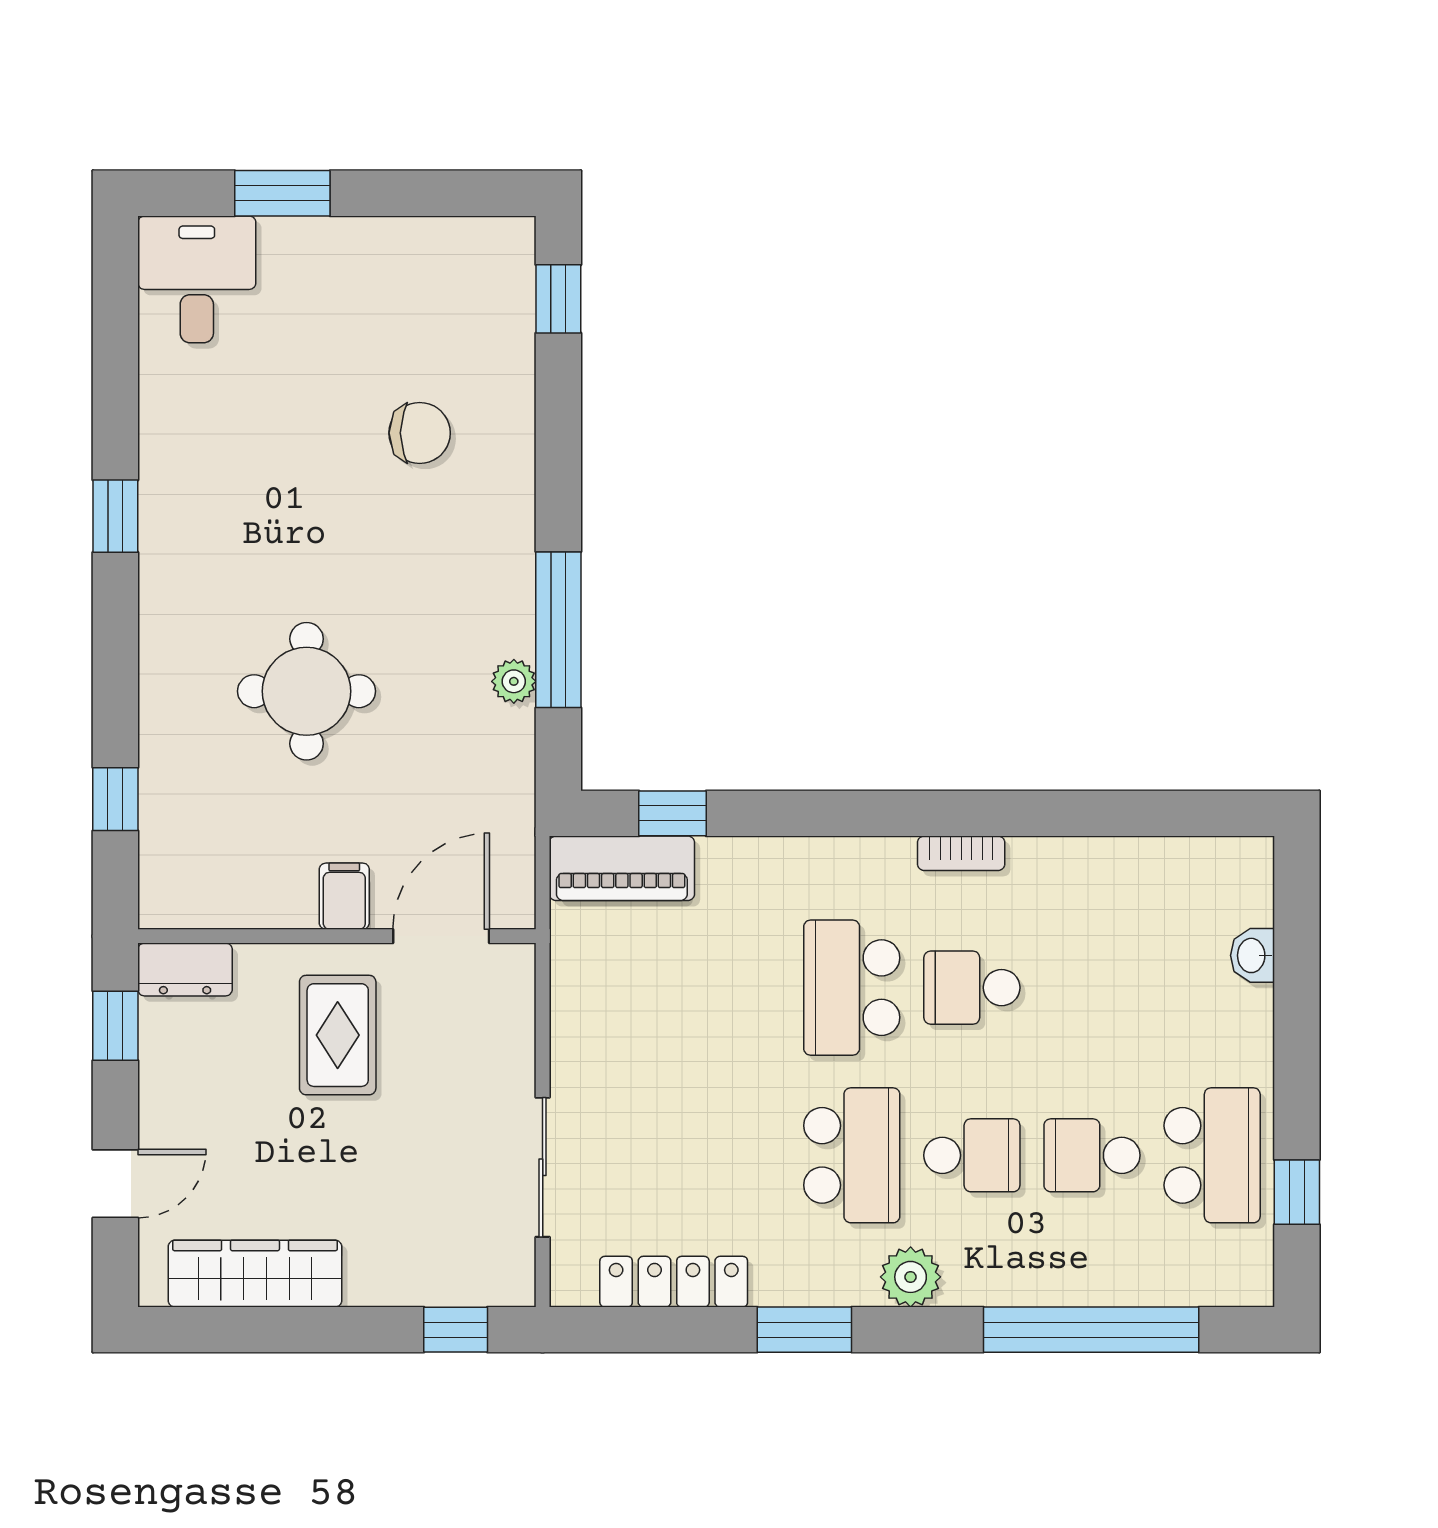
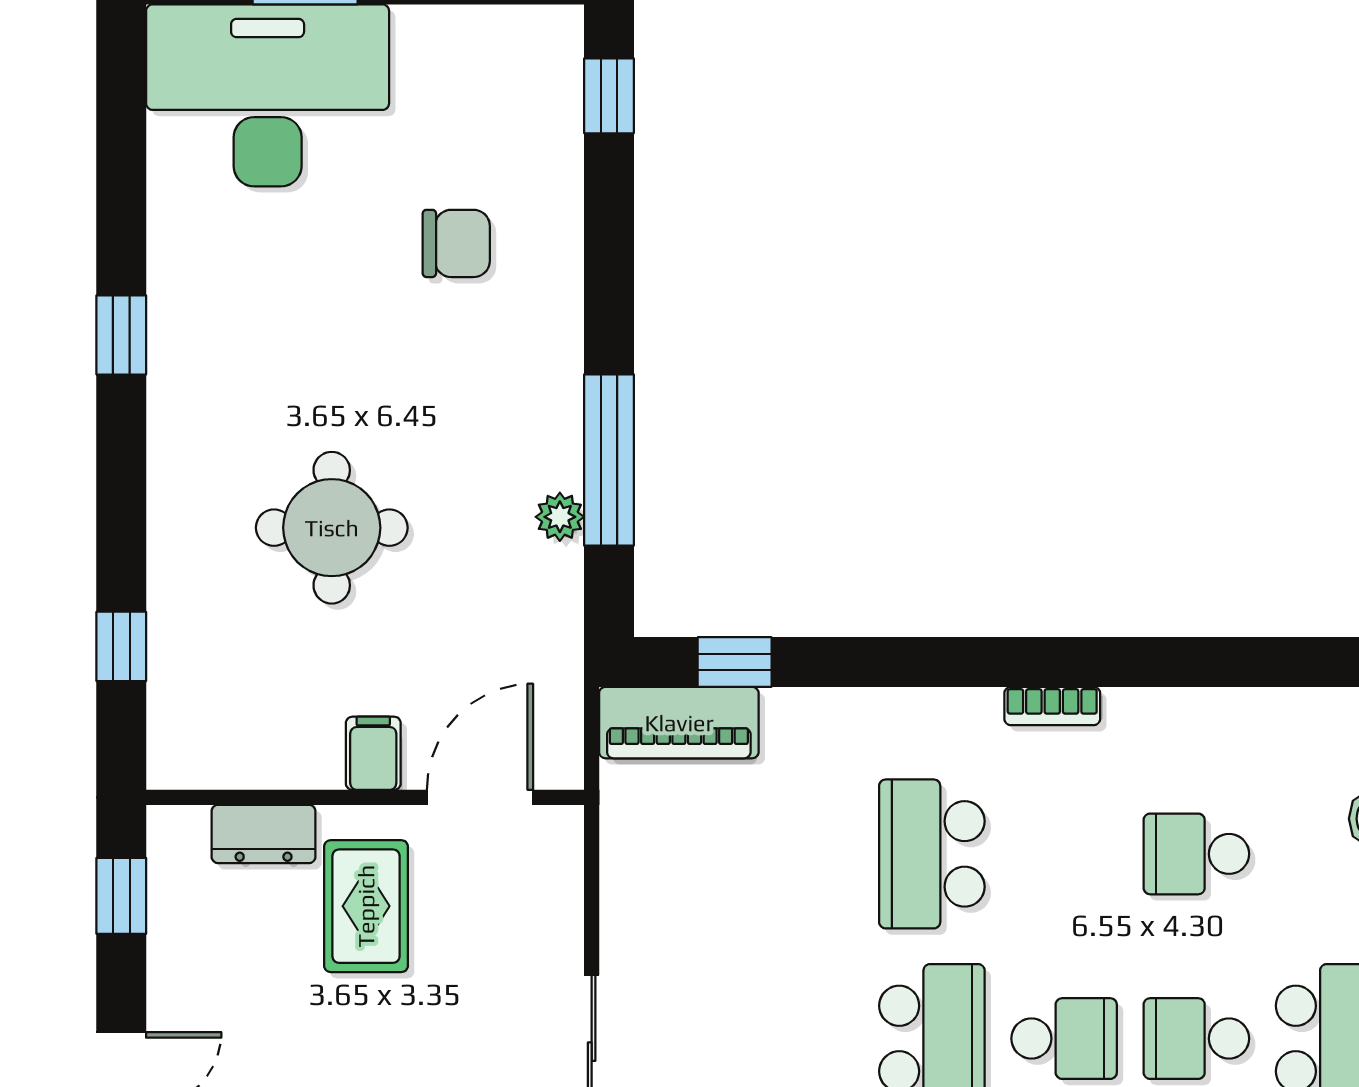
desk: (197, 279) -> (268, 95), width x1.87, depth x1.30
dresser: (185, 969) -> (264, 834), moved
school desk: (972, 988) -> (1196, 854), moved

